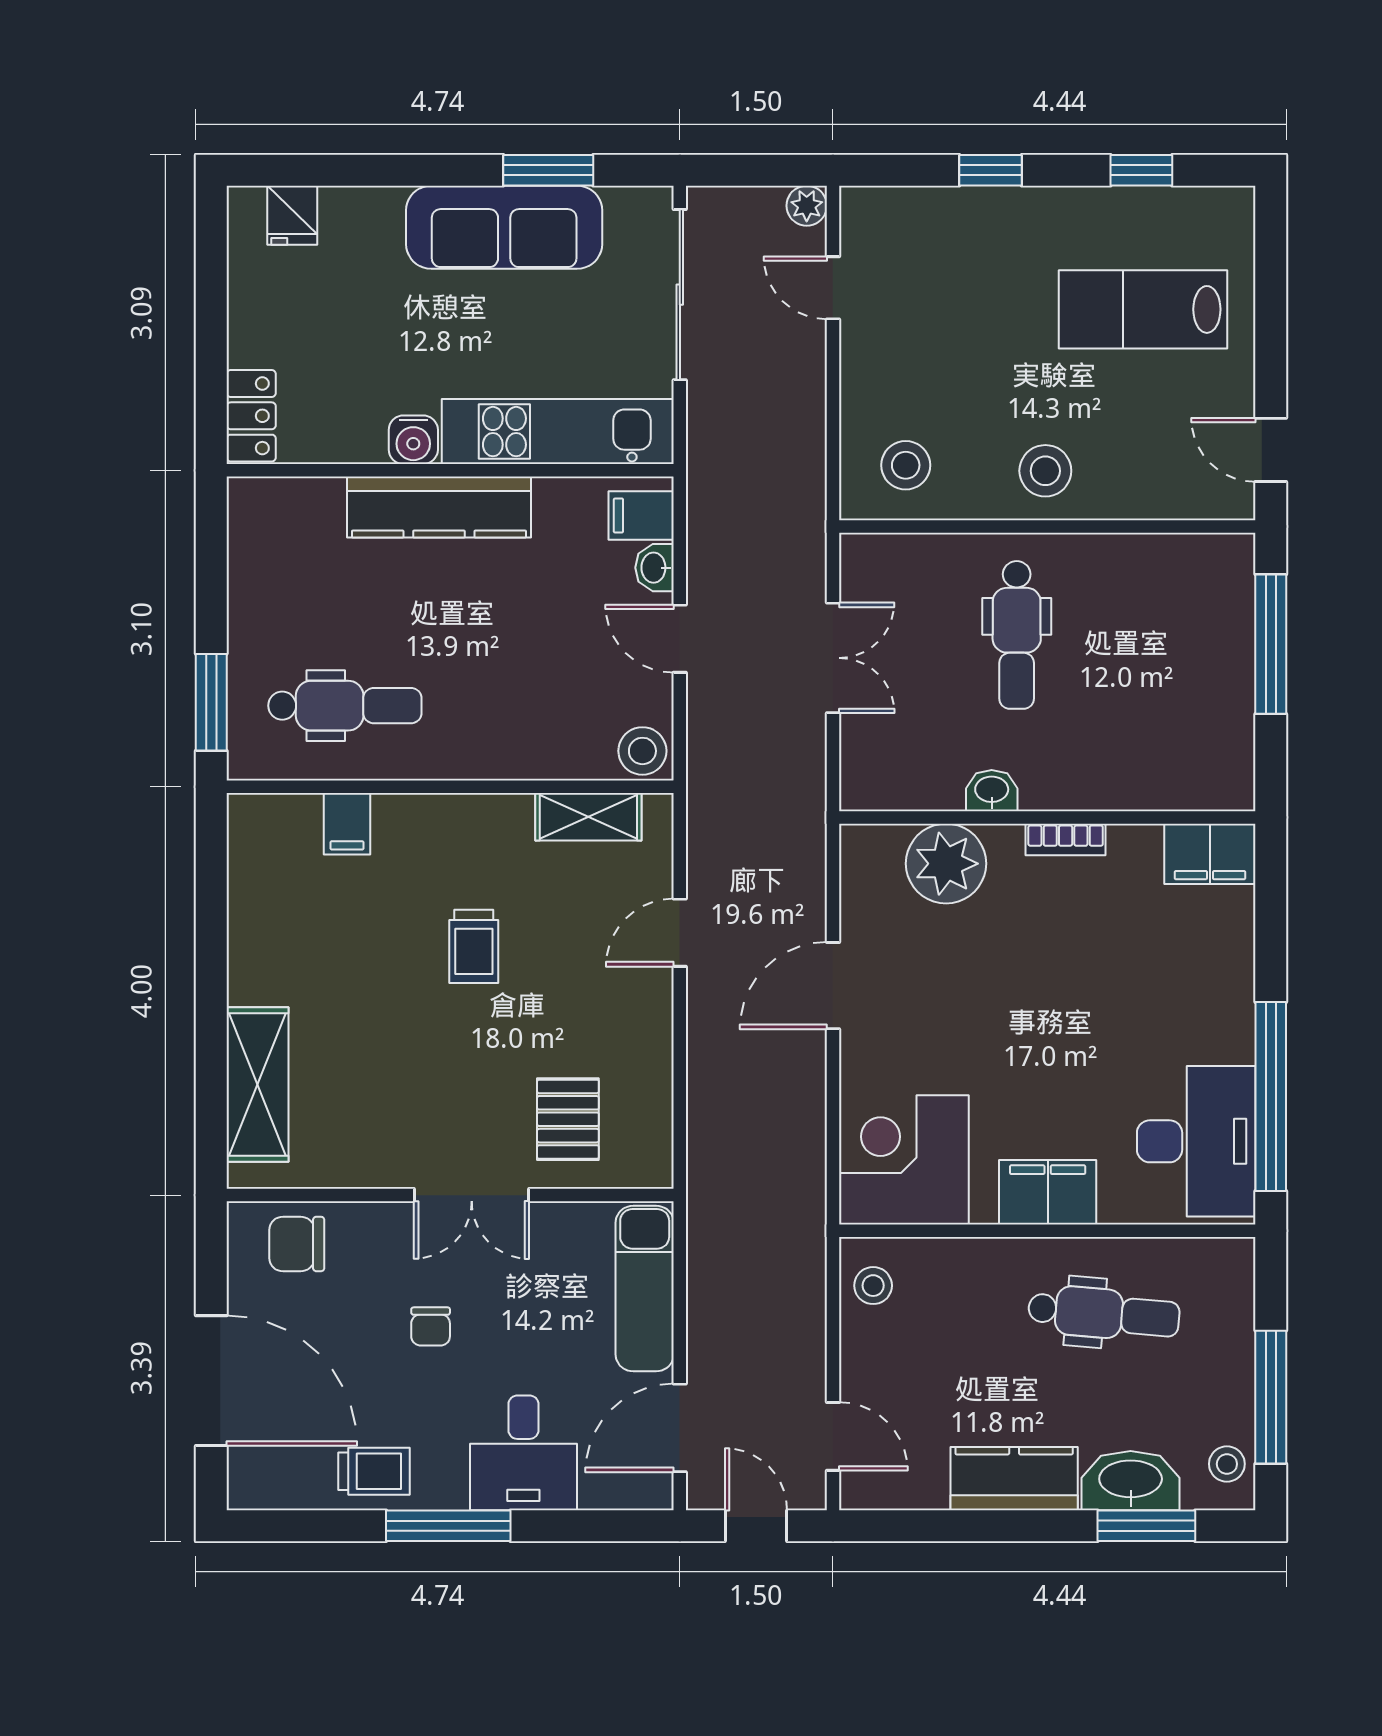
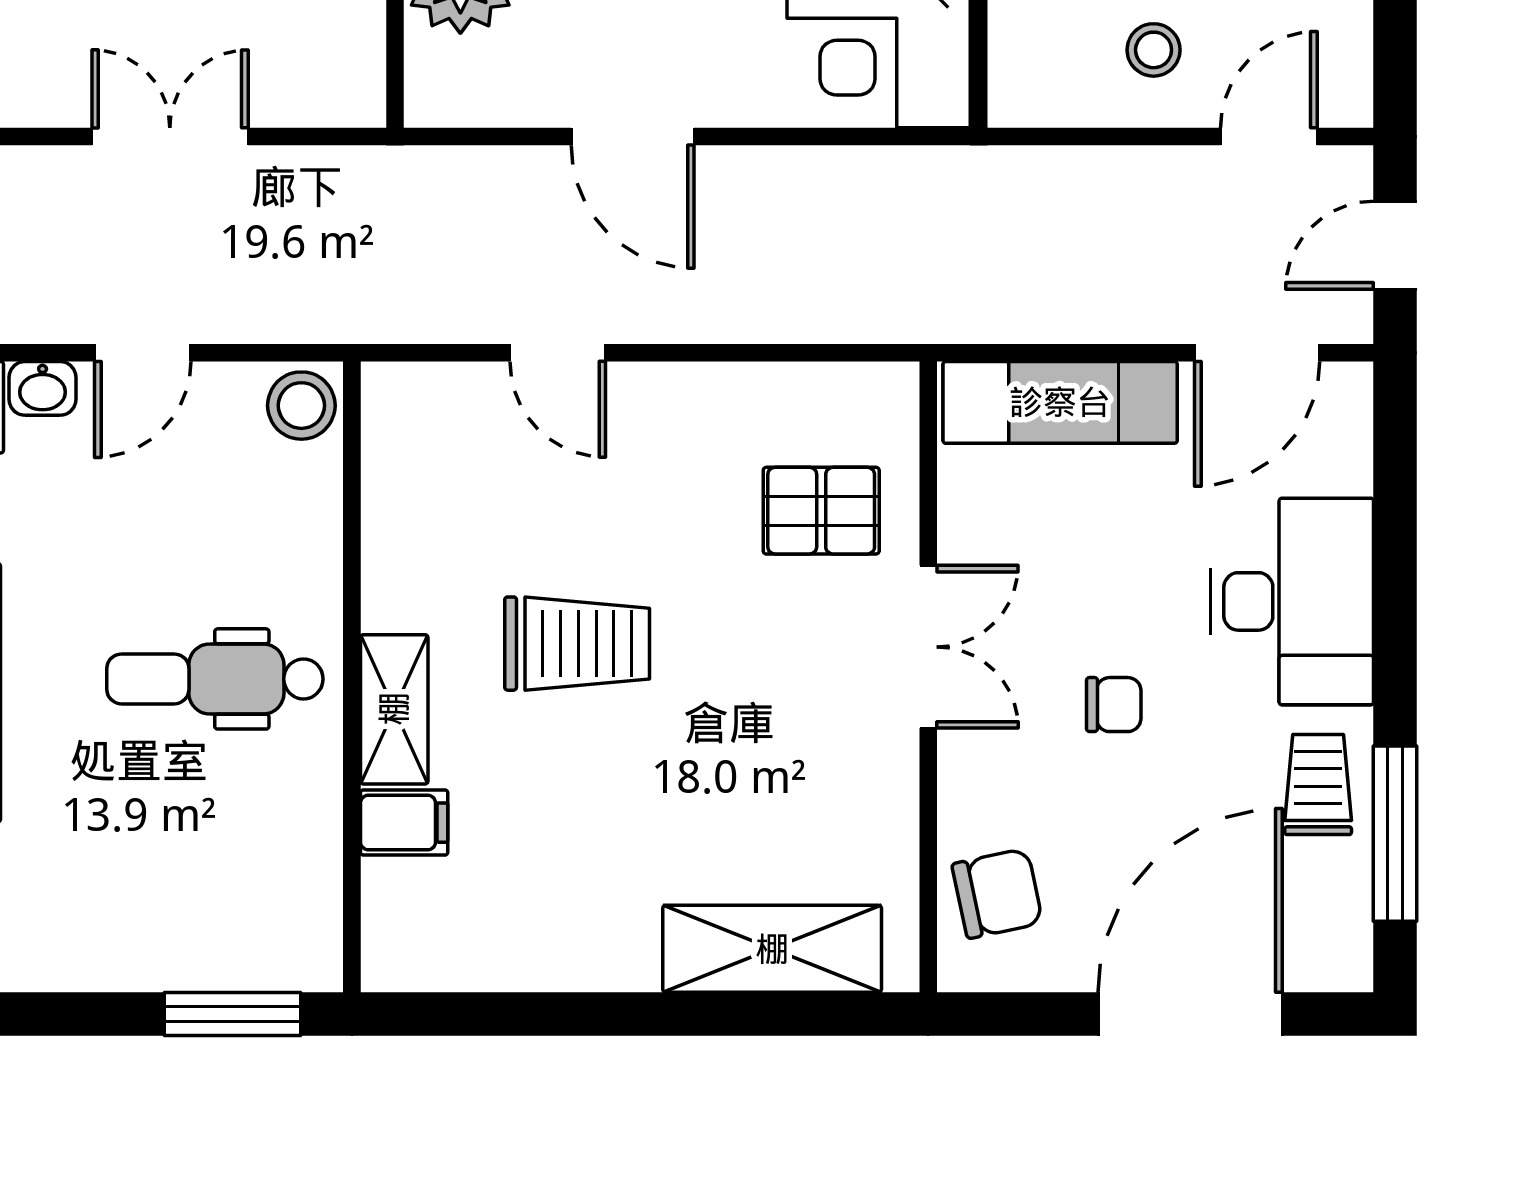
dental chair: (345, 706) -> (215, 679), moved, turned -90
shelving: (588, 817) -> (394, 709), moved
trolley: (474, 946) -> (577, 644), width x1.36, depth x1.39
chair: (297, 1244) -> (997, 893), turned -102
stool: (873, 1286) -> (1154, 50), moved
door: (680, 1428) -> (1257, 353), hinge flipped
desk: (523, 1453) -> (1292, 601), width x1.37
window: (448, 1526) -> (1395, 834), moved

